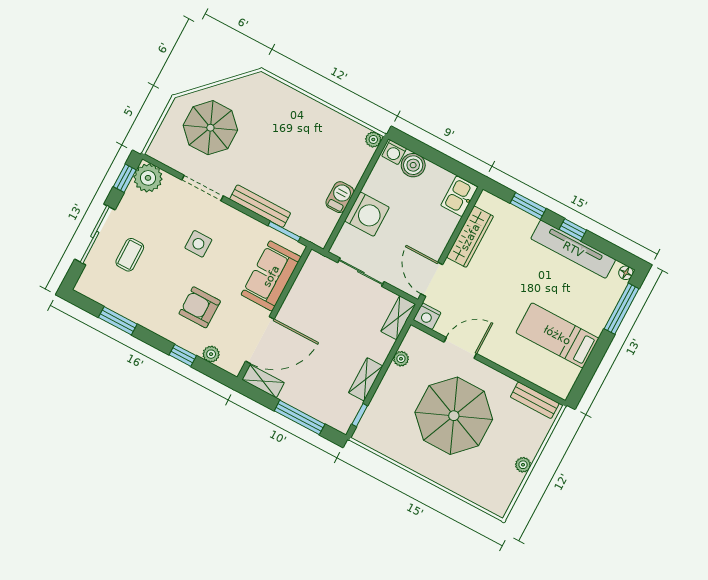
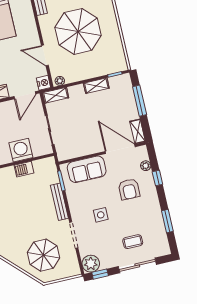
plant: (401, 359) -> (60, 81), moved

